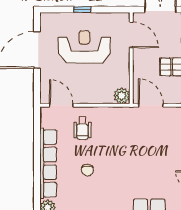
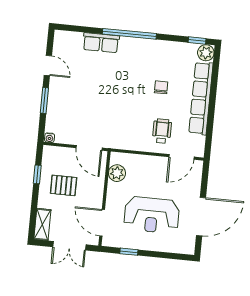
window: (82, 10) -> (129, 252), moved
plant: (122, 96) -> (117, 173), moved
door: (61, 105) -> (181, 157), hinge flipped

